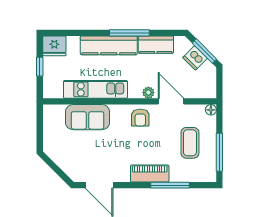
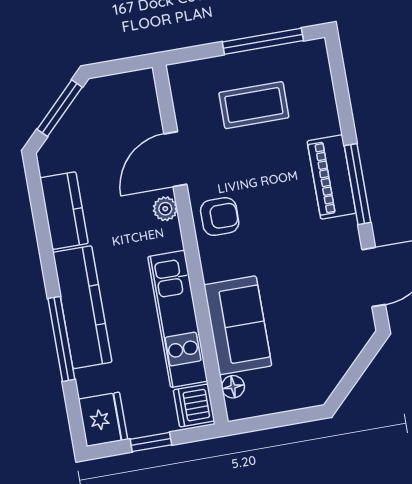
window: (129, 33) -> (61, 339), moved
dishwasher: (195, 58) -> (194, 405), moved, turned 135
floor lamp: (211, 110) -> (233, 387), moved
window: (170, 185) -> (357, 184), moved

